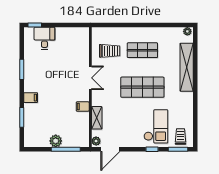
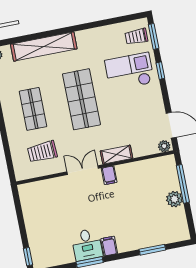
desk: (44, 38) -> (87, 245), moved, turned -90
trolley: (110, 51) -> (42, 152), turned -93
filing cabinet: (31, 98) -> (109, 246), moved
filing cabinet: (83, 107) -> (109, 175), moved
shelving: (97, 118) -> (117, 155), moved

